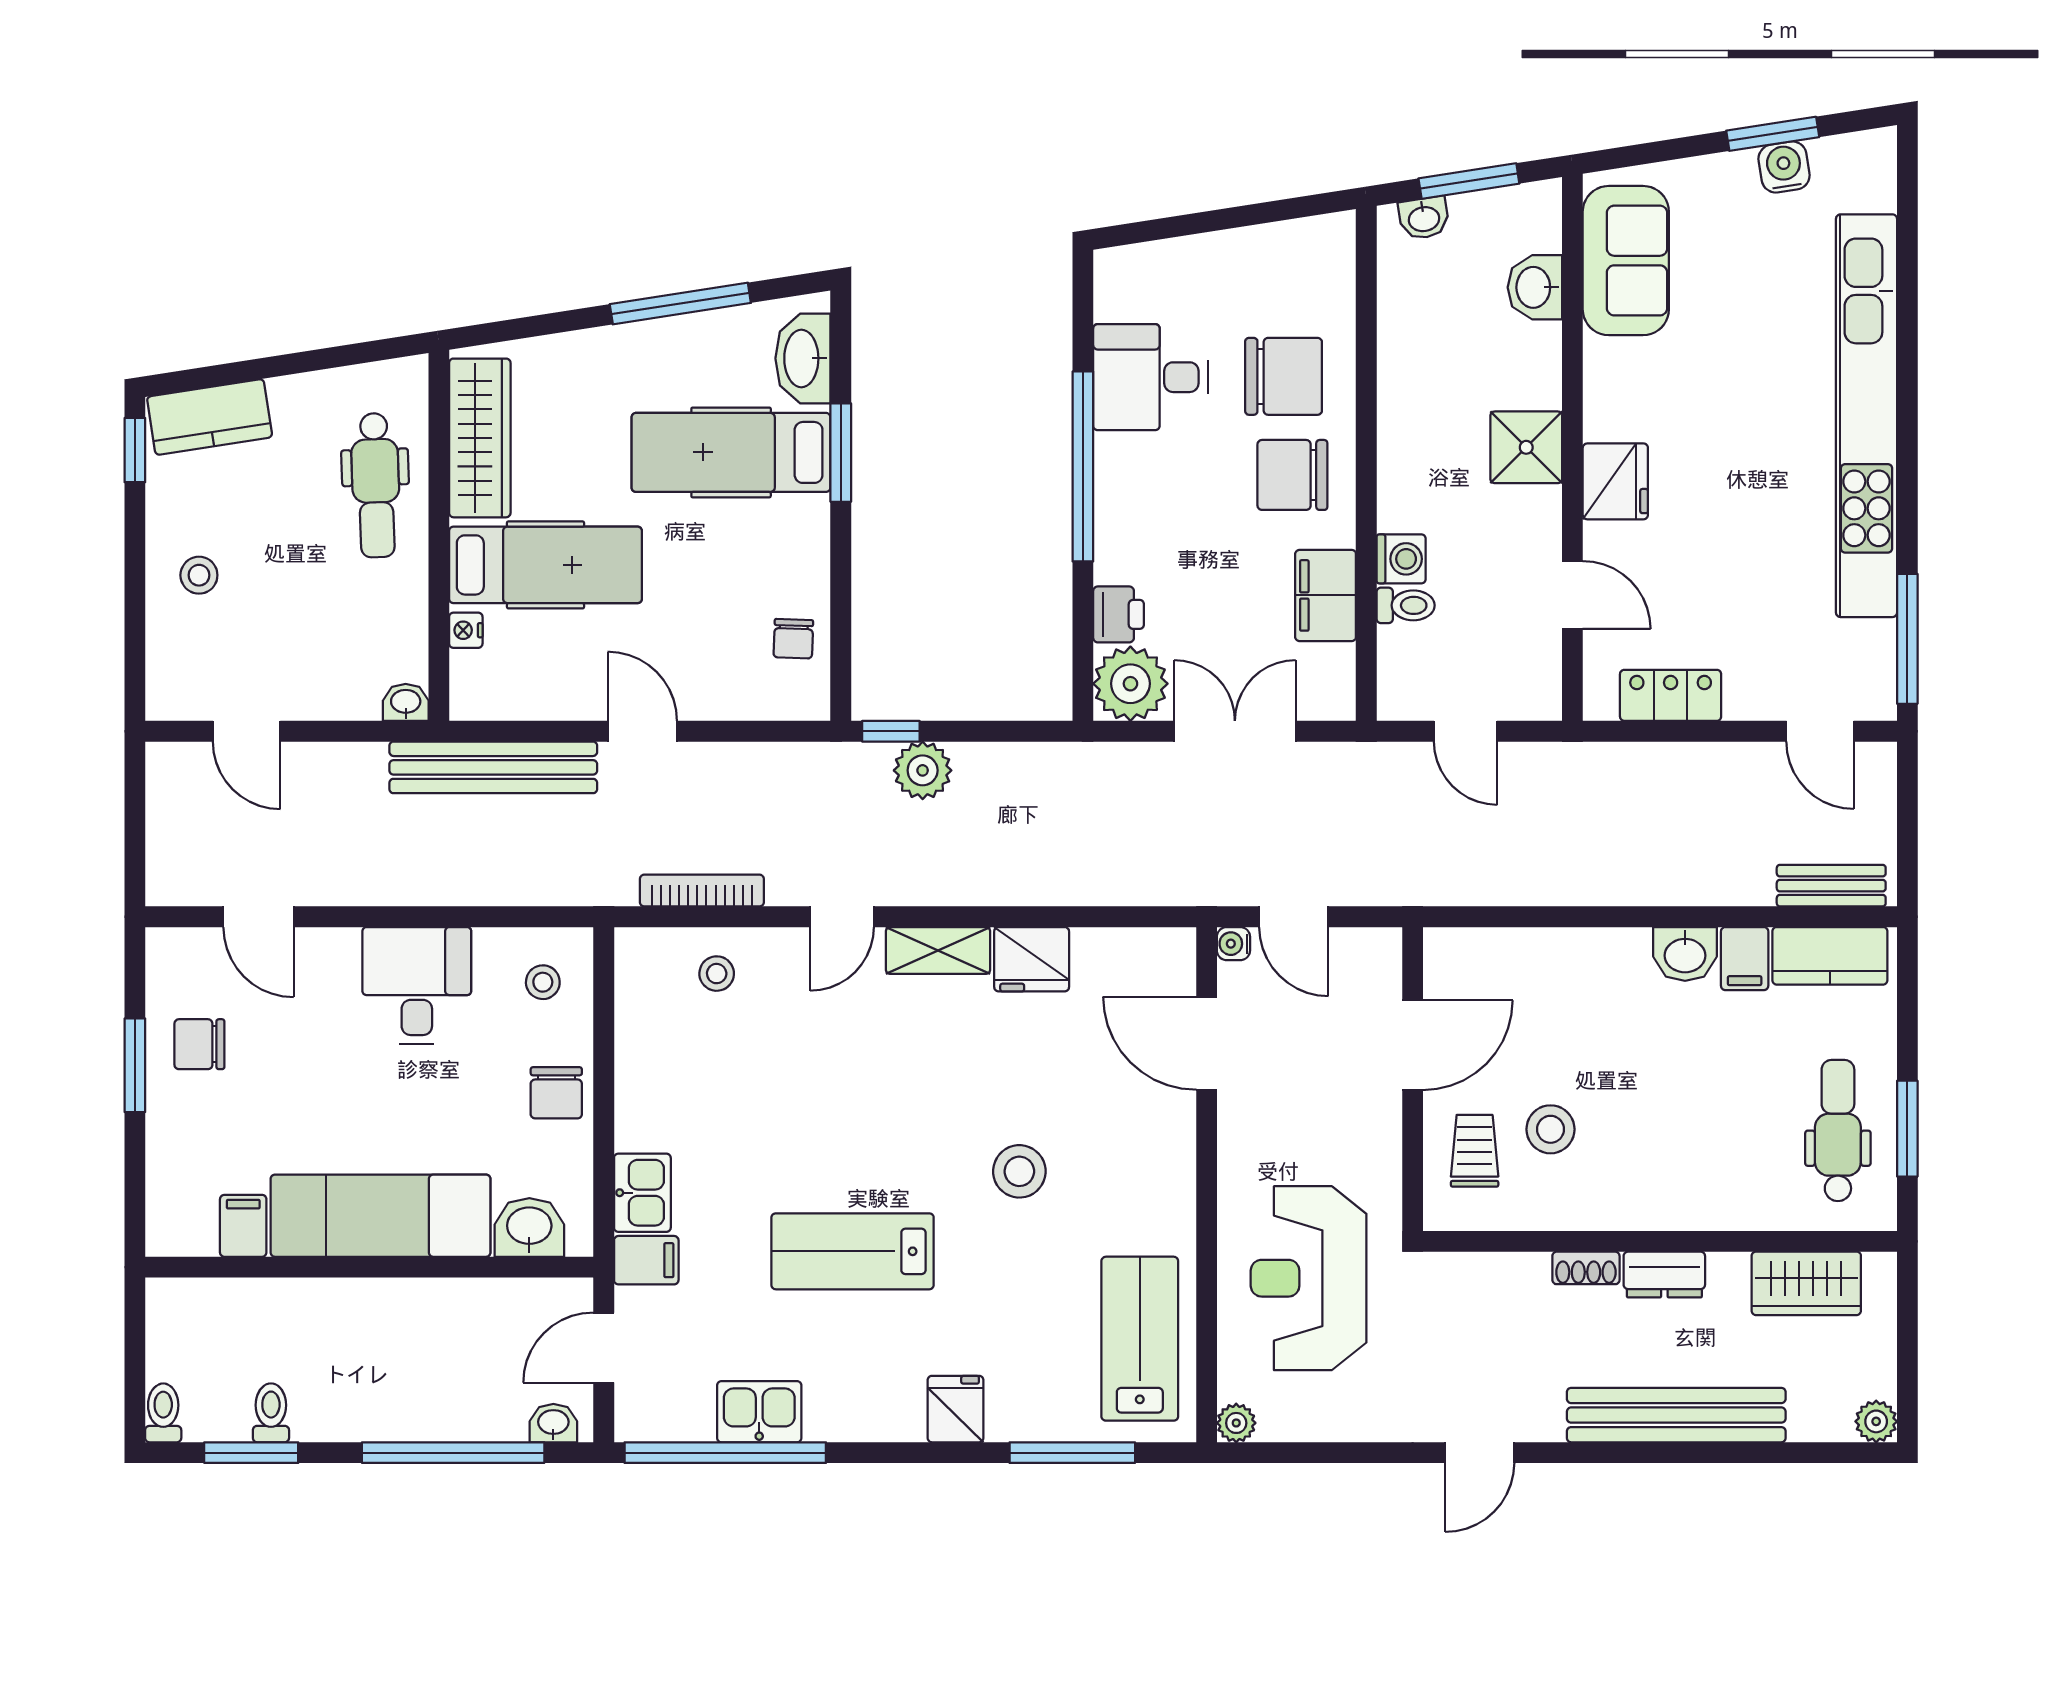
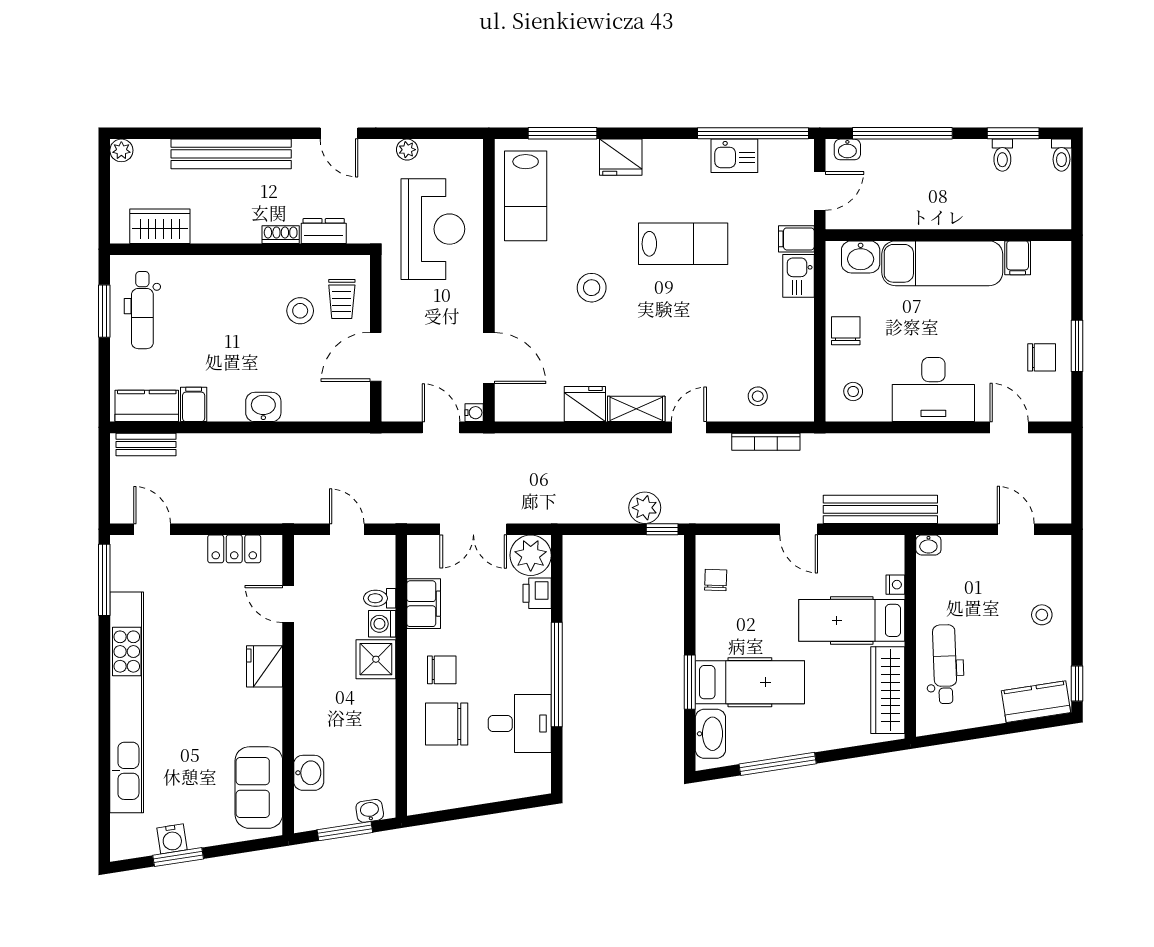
shower: (1526, 447) -> (376, 659), moved
chair: (1292, 475) -> (442, 670), width x0.73, depth x0.73
washbasin: (1685, 954) -> (263, 407), moved
desk: (417, 986) -> (933, 390), width x1.37
dresser: (1664, 1275) -> (324, 231), moved
fridge: (956, 1409) -> (621, 157), width x1.38
plant: (1236, 1423) -> (407, 150), moved
door: (1480, 1453) -> (339, 133), swing flipped

